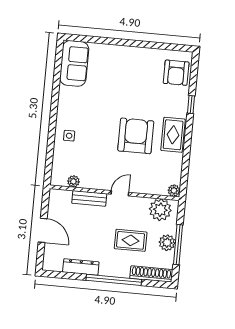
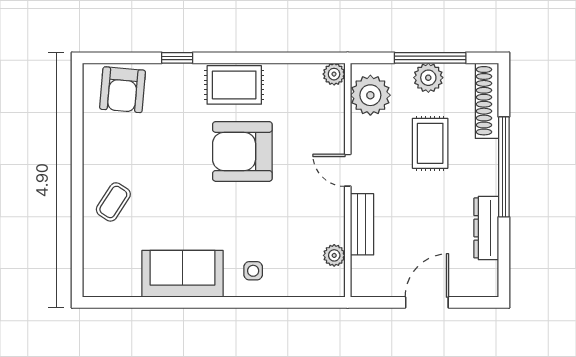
coffee table: (114, 62) -> (113, 202), added
sofa: (74, 63) -> (183, 274), moved
armchair: (176, 73) -> (123, 90), turned 95

